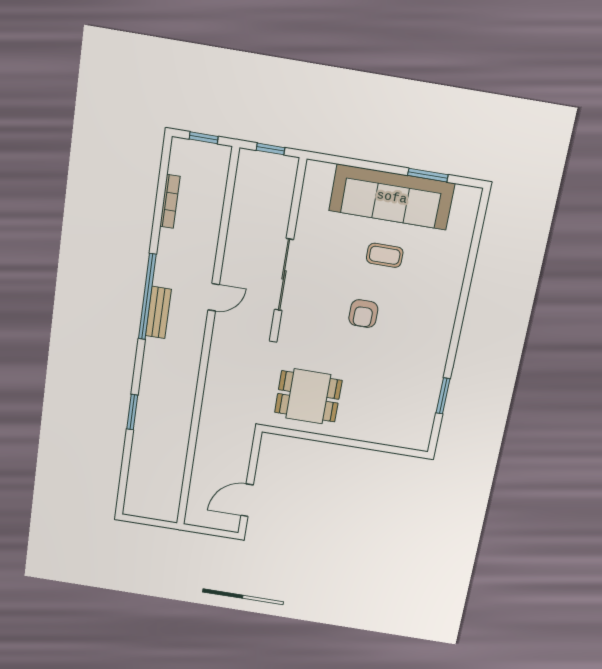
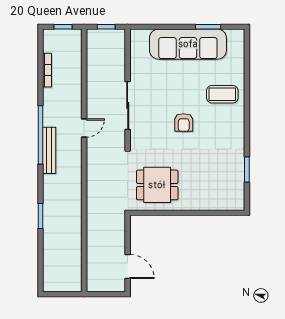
coffee table: (385, 255) -> (222, 94), moved, width x1.36, depth x1.30
bench: (158, 312) -> (49, 150), width x1.36
door: (247, 500) -> (128, 267), swing flipped

